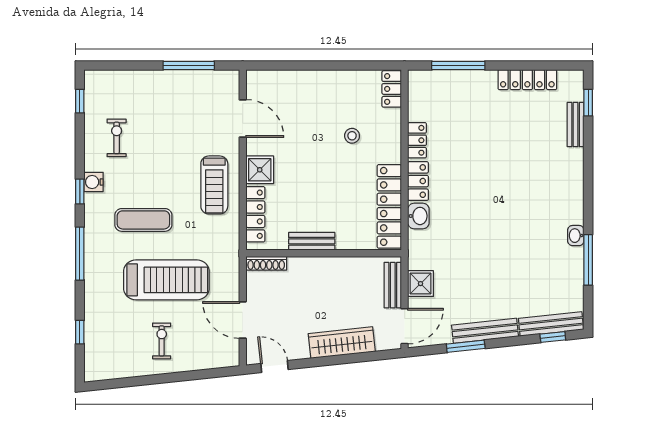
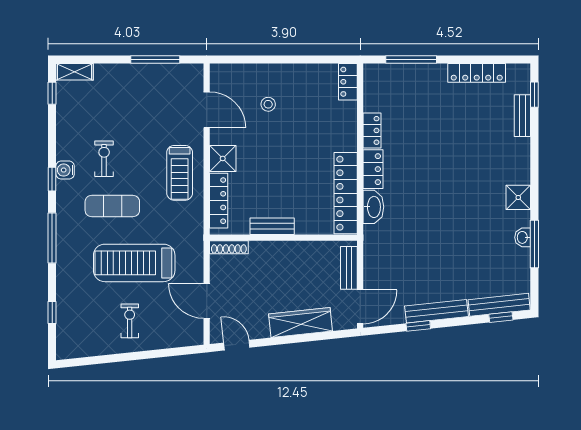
shelving: (104, 78) -> (75, 72), added
stool: (352, 136) -> (268, 104), moved
exercise bike: (117, 138) -> (104, 159), moved
washbasin: (418, 216) -> (373, 207), width x1.38
washbasin: (576, 236) -> (523, 237), moved
treadmill: (166, 280) -> (134, 263), turned 180
shower: (421, 284) -> (518, 197), moved
window: (466, 346) -> (418, 326), width x0.67

